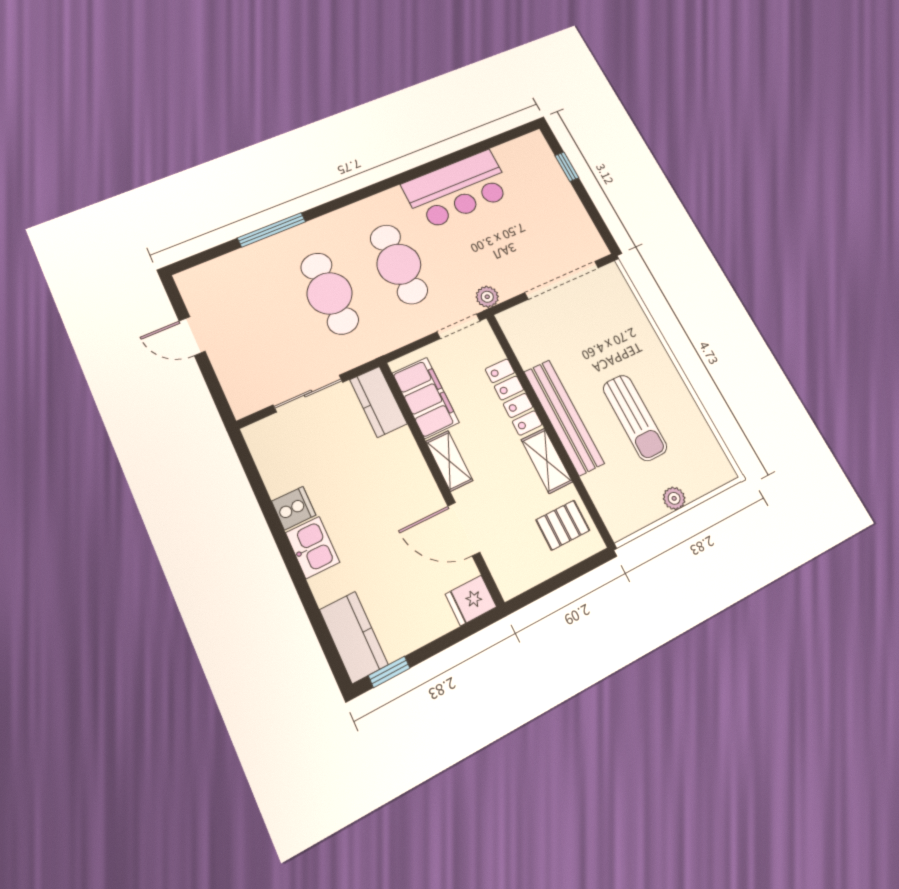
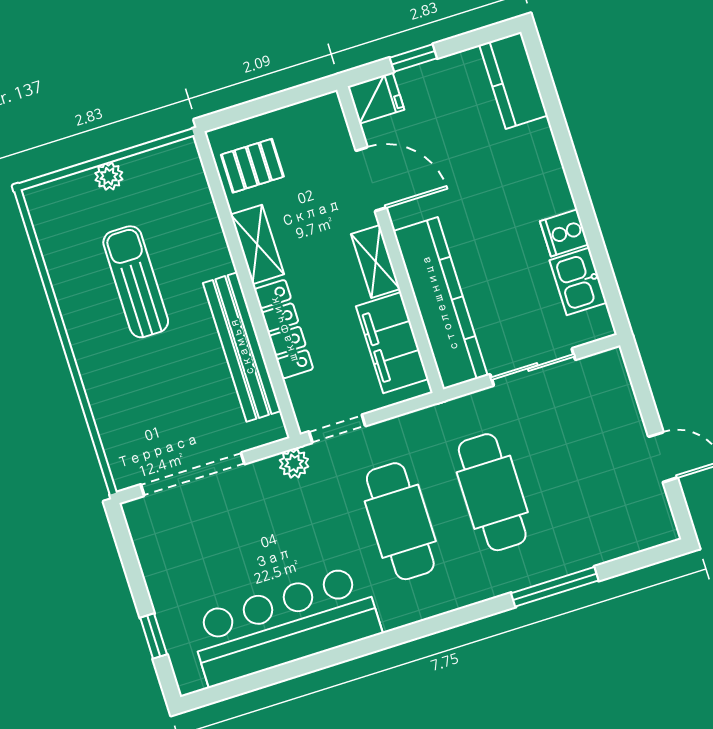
bar counter: (457, 189) -> (285, 625), width x1.36
kitchen counter: (378, 402) -> (440, 303), width x2.08, depth x1.17
bench: (564, 417) -> (242, 347), moved
kitchen sink: (313, 547) -> (578, 281), moved
window: (389, 672) -> (413, 58), moved

